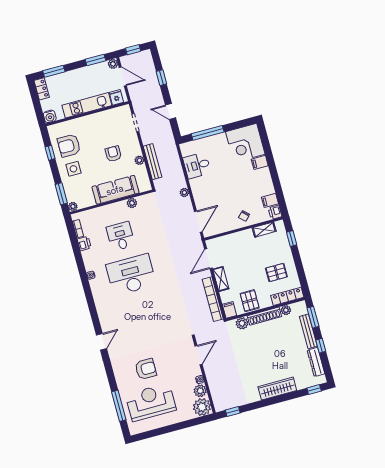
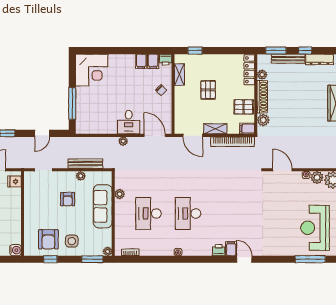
kitchen unit: (87, 105) -> (14, 212), removed
armchair: (113, 154) -> (68, 199), turned -90
filing cabinet: (260, 162) -> (141, 61), moved
desk: (197, 165) -> (129, 122), moved
desk: (121, 236) -> (148, 214), width x1.37
printer: (84, 244) -> (219, 250), moved
pallet: (276, 272) -> (208, 90), moved
desk: (131, 275) -> (188, 214), width x0.73, depth x0.77
filing cabinet: (108, 326) -> (231, 249), added
armchair: (146, 369) -> (282, 224), removed

